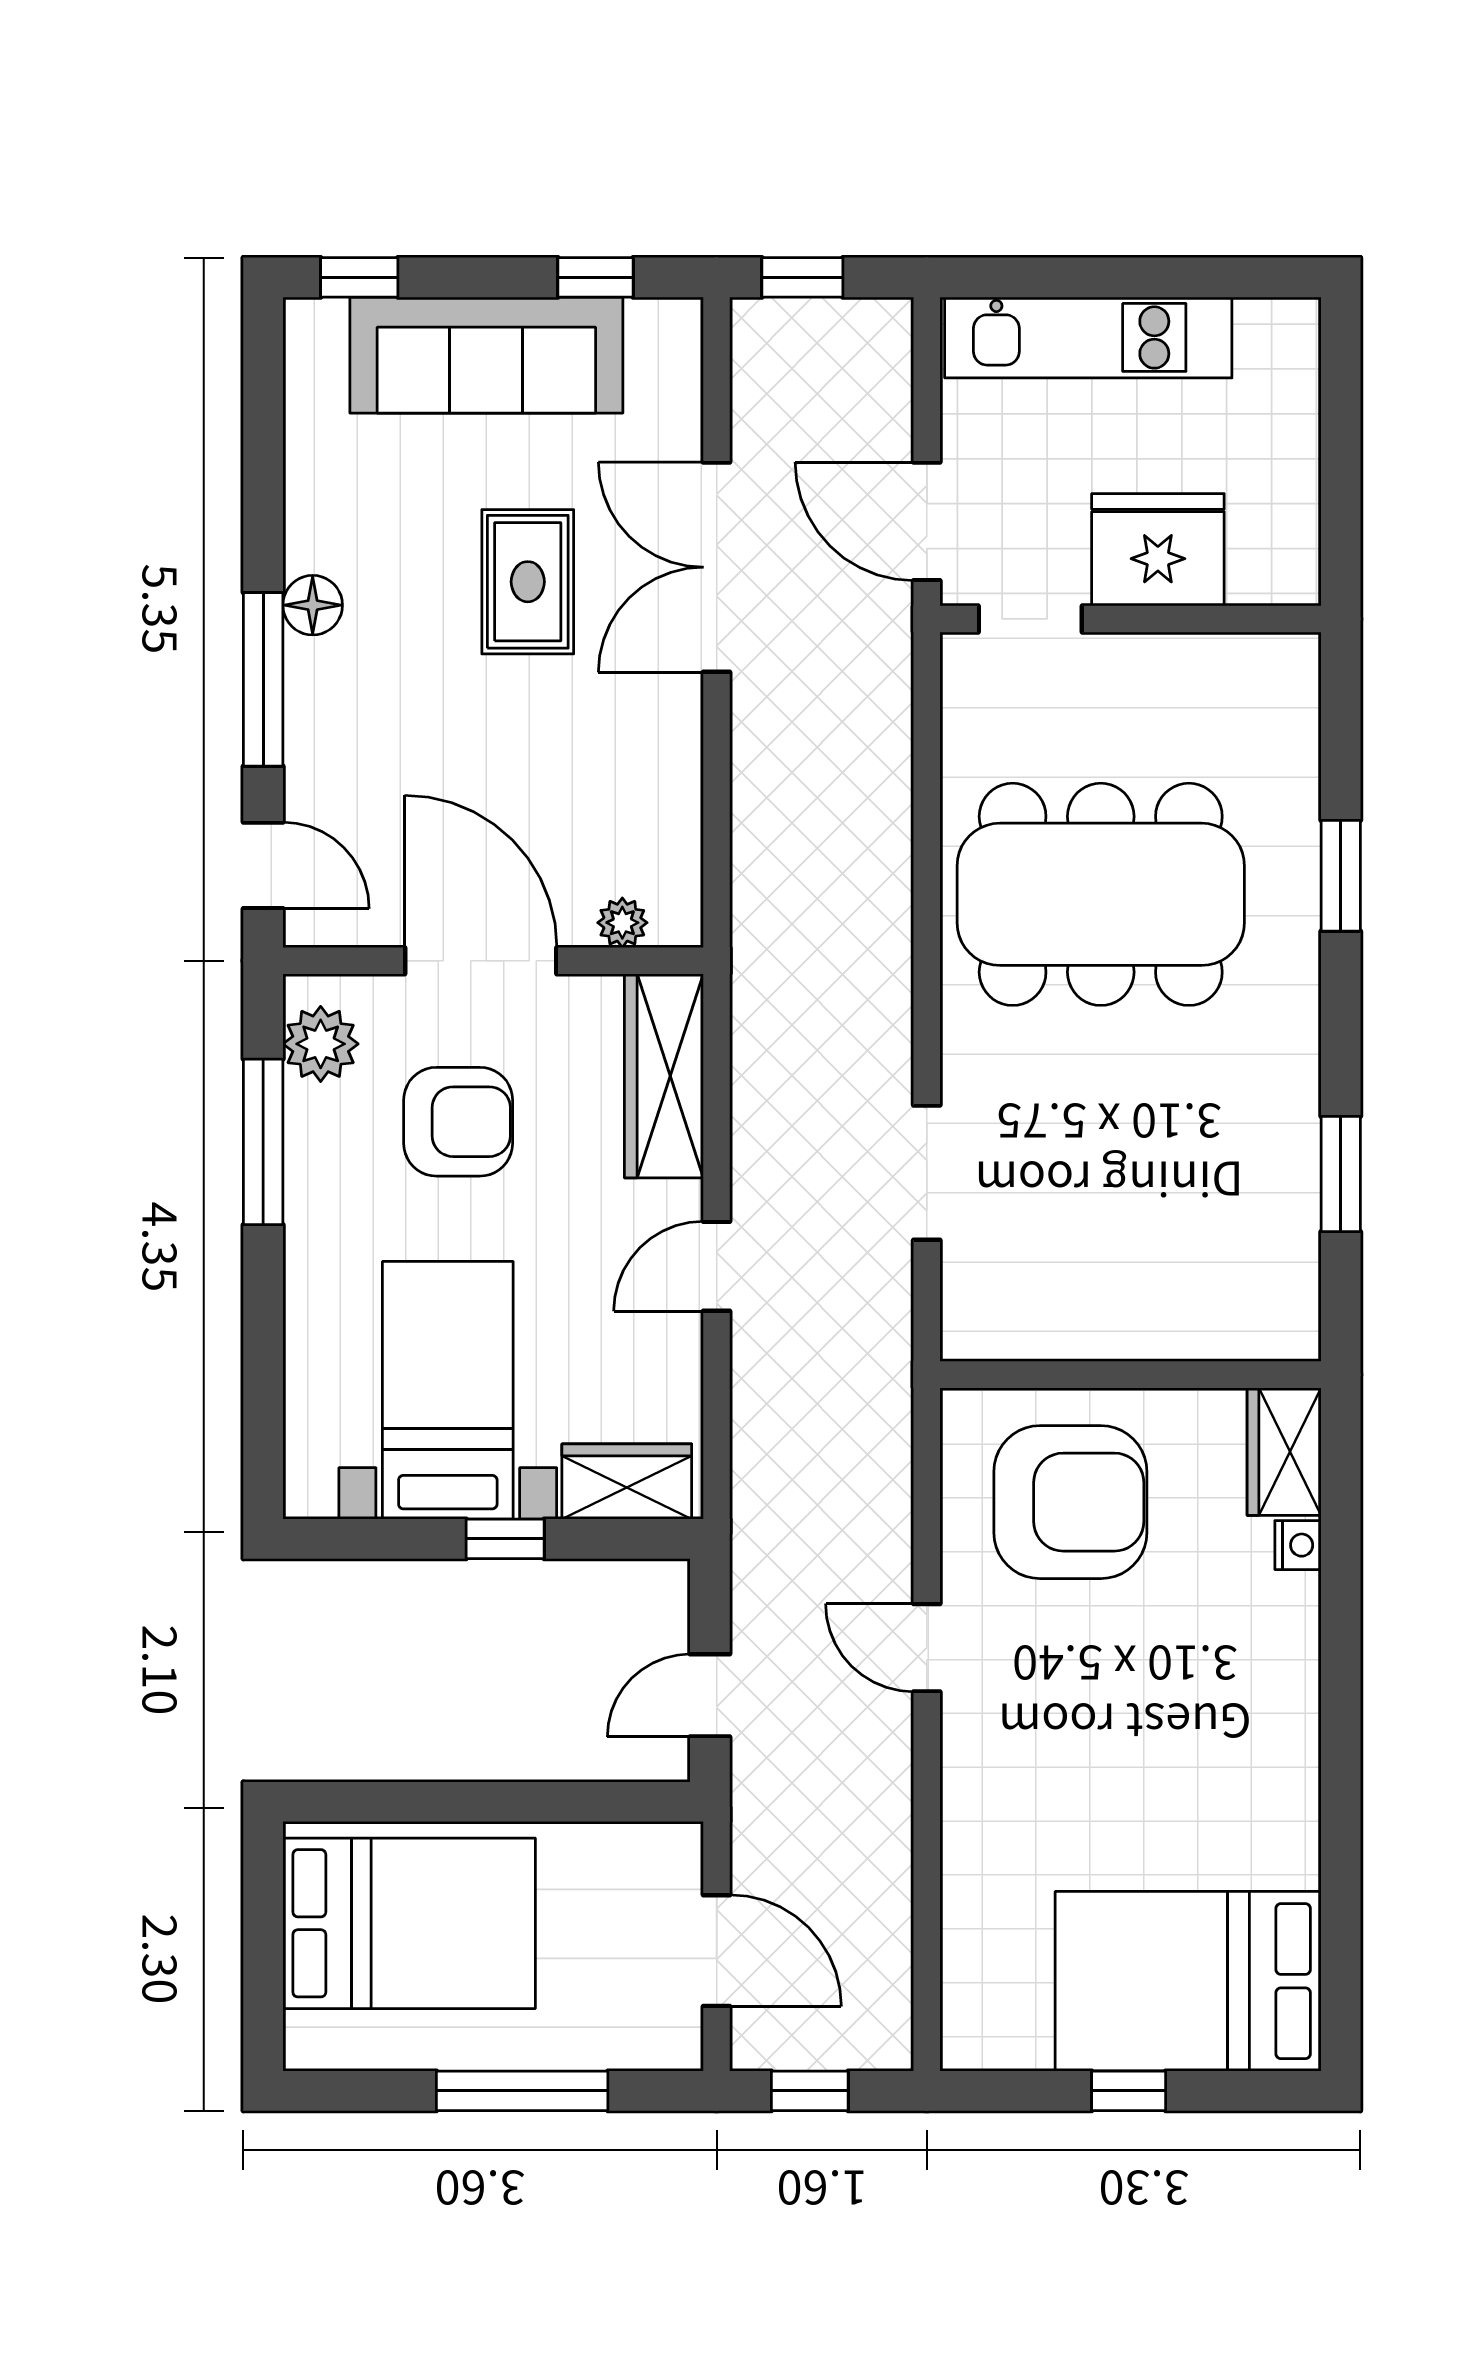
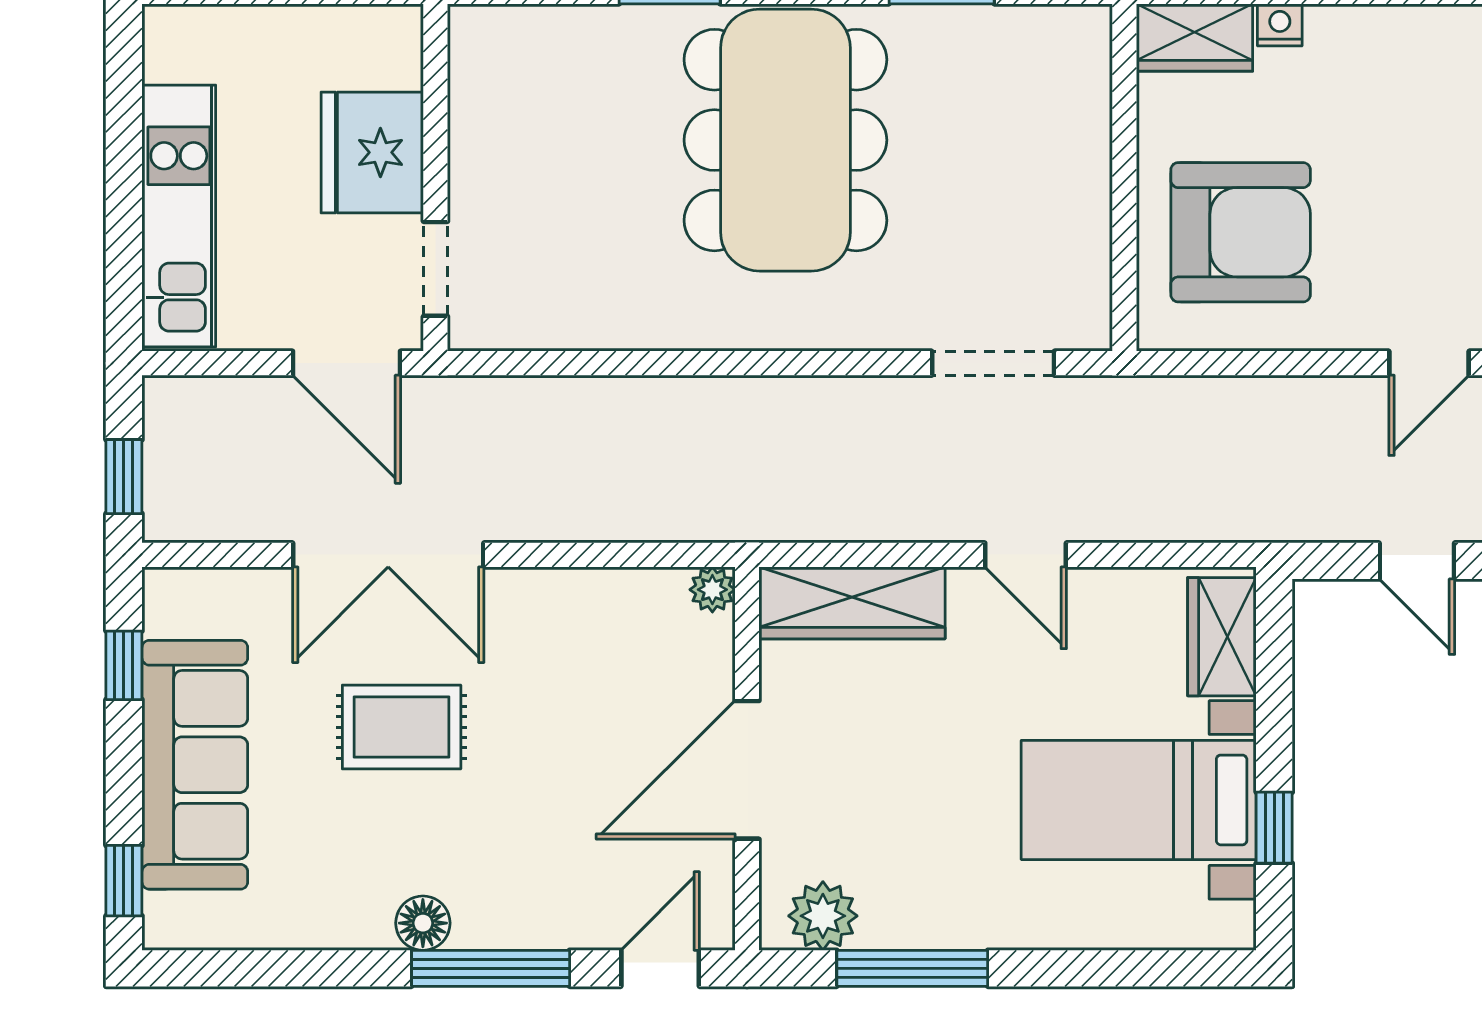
door: (927, 521) -> (346, 363), hinge flipped
dining table: (1101, 894) -> (785, 140), moved
plant: (622, 923) -> (712, 590), moved
armchair: (458, 1122) -> (894, 791), removed
doorway: (927, 1173) -> (993, 363), moved
armchair: (1070, 1502) -> (1241, 232), turned 90
window: (505, 1539) -> (1274, 828), moved
door: (927, 1648) -> (1429, 363), moved

